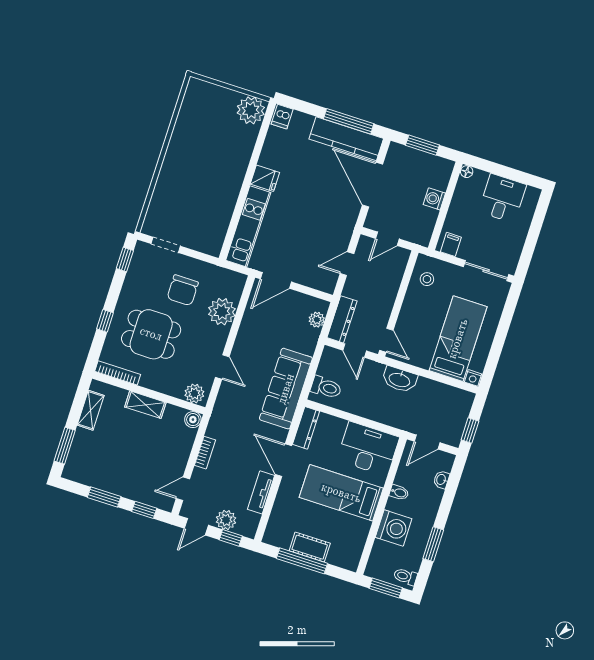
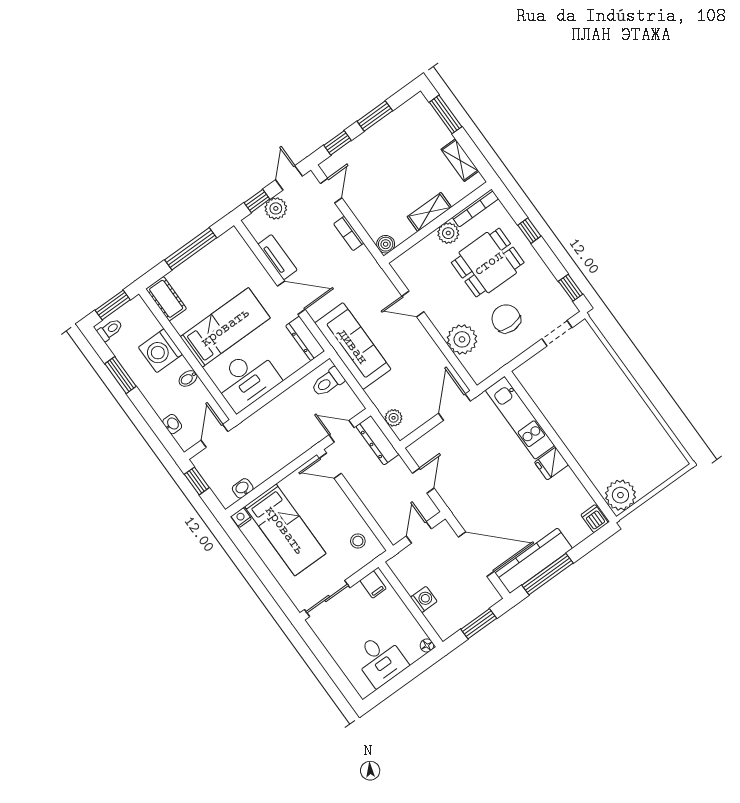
washbasin: (400, 379) -> (243, 488), moved, width x0.52, depth x0.69
plant: (194, 393) -> (448, 233), moved
cot: (310, 547) -> (166, 299), moved, turned 90

